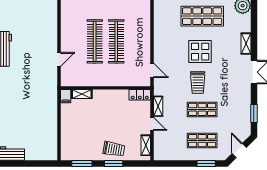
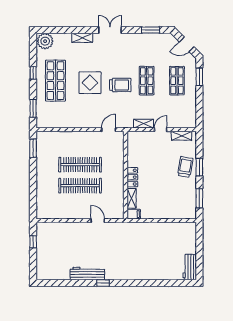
locker: (140, 95) -> (132, 177), moved

